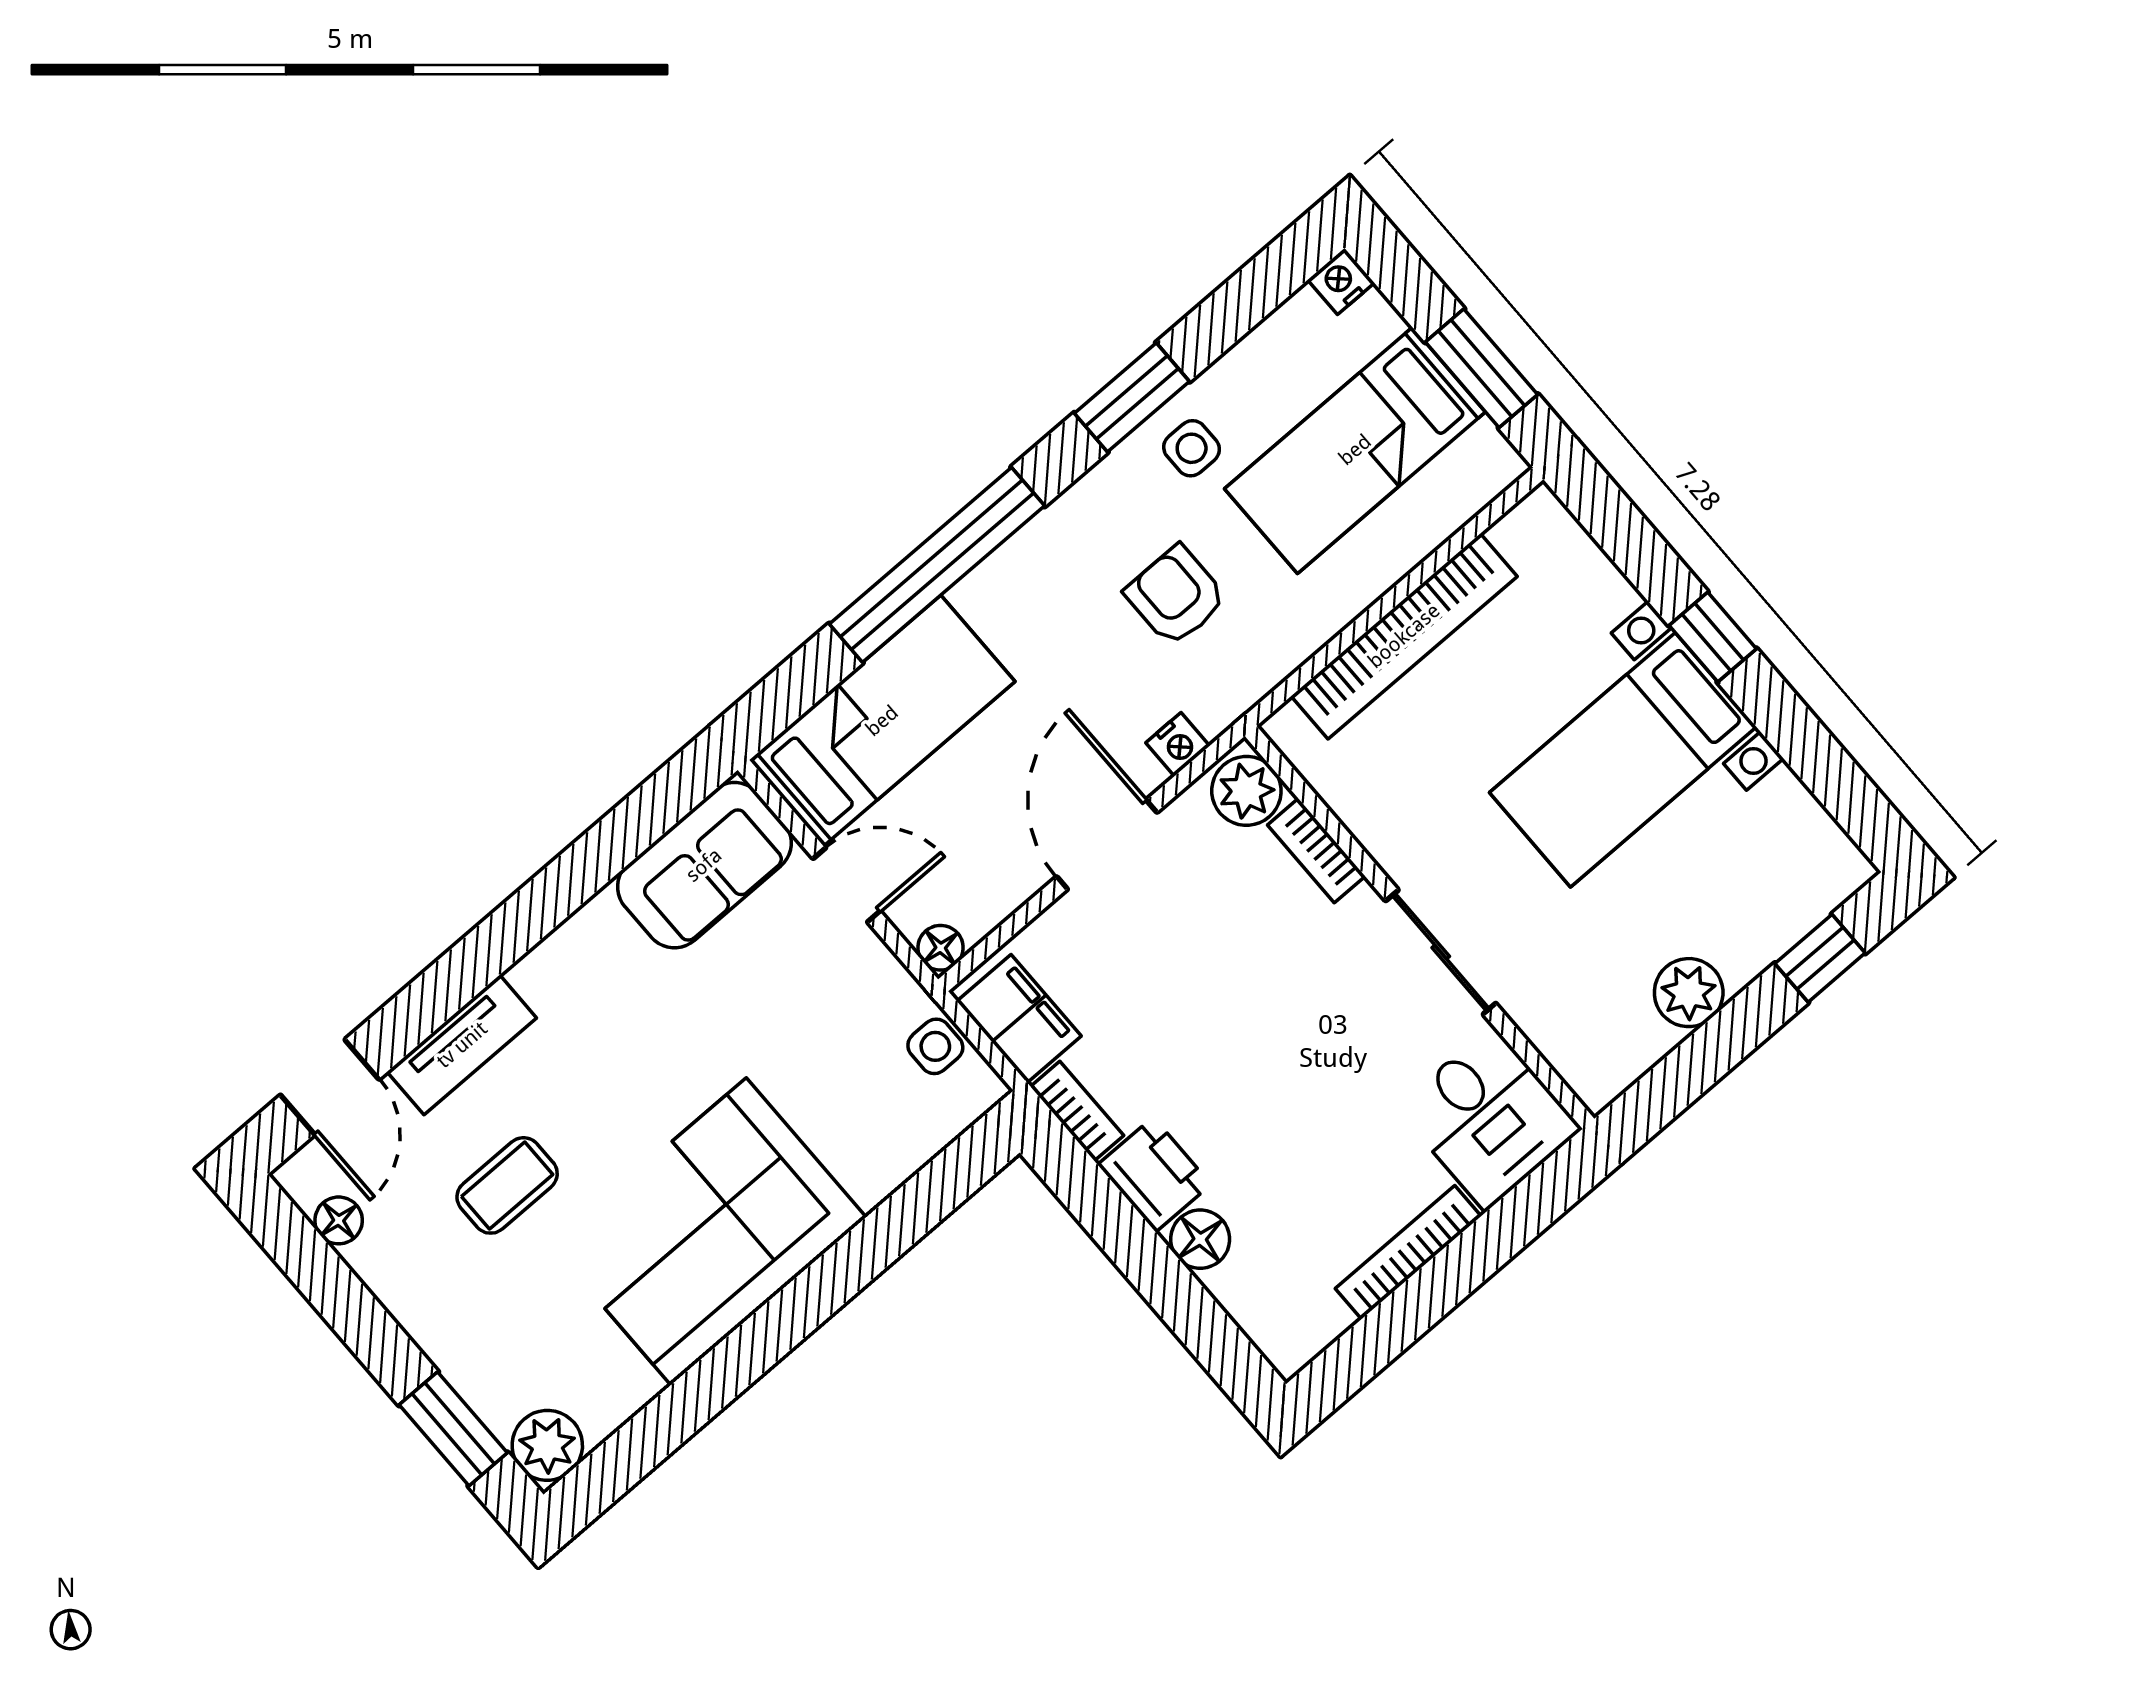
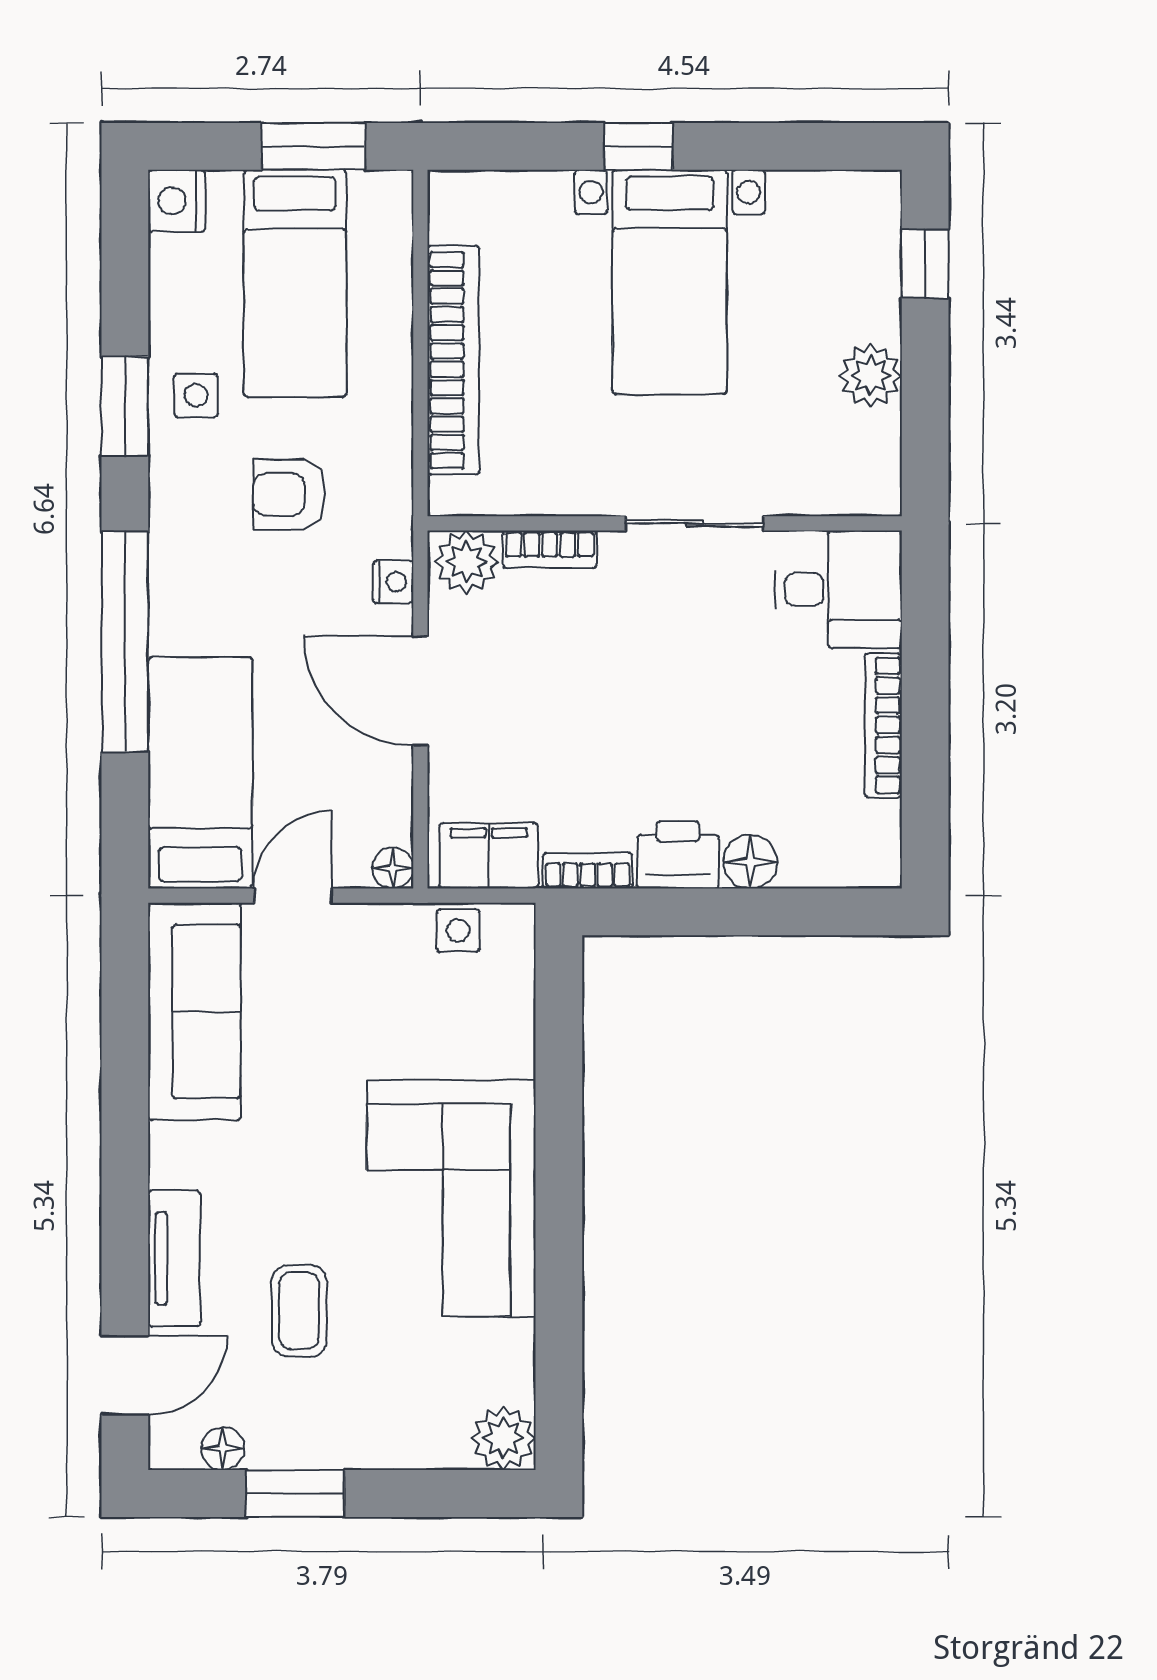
nightstand: (1341, 281) -> (177, 201), width x1.39, depth x1.35
sofa: (704, 865) -> (194, 1011), width x1.36
door: (330, 1087) -> (125, 1375), hinge flipped
window: (453, 1429) -> (295, 1494), moved

